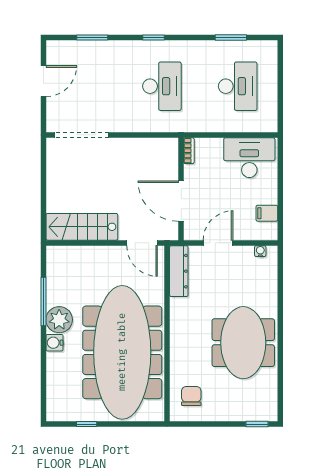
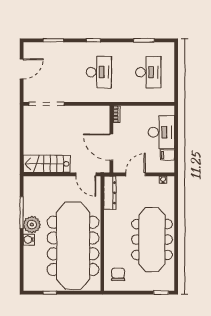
desk: (249, 158) -> (161, 132), moved, turned 90
meeting table: (243, 343) -> (152, 239), width x1.36

